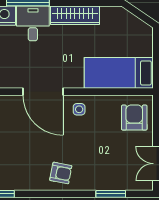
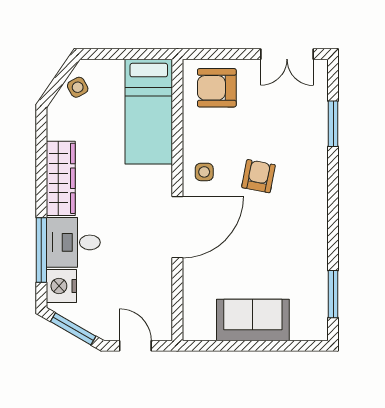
side table: (135, 26) -> (78, 87), added
armchair: (61, 173) -> (258, 176), moved

